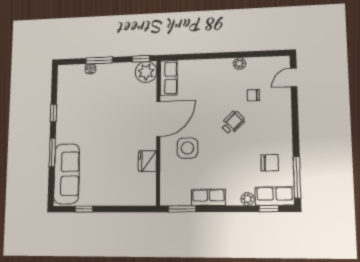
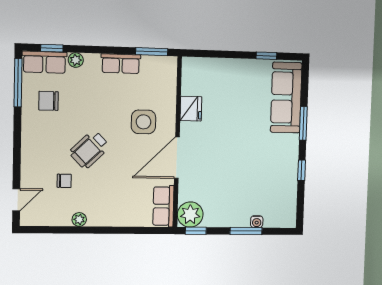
wheelchair: (233, 123) -> (89, 149), width x1.36, depth x1.37

